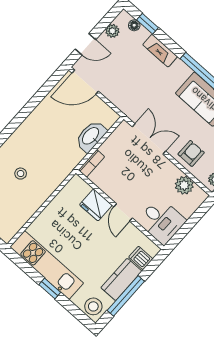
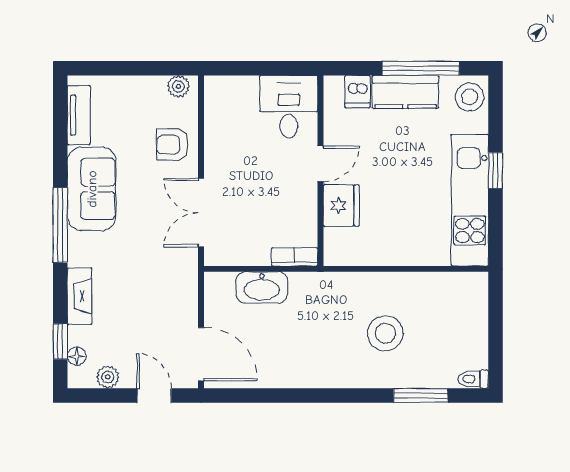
stool: (21, 174) -> (385, 333), width x1.89, depth x1.89
plant: (184, 185) -> (219, 118), removed

